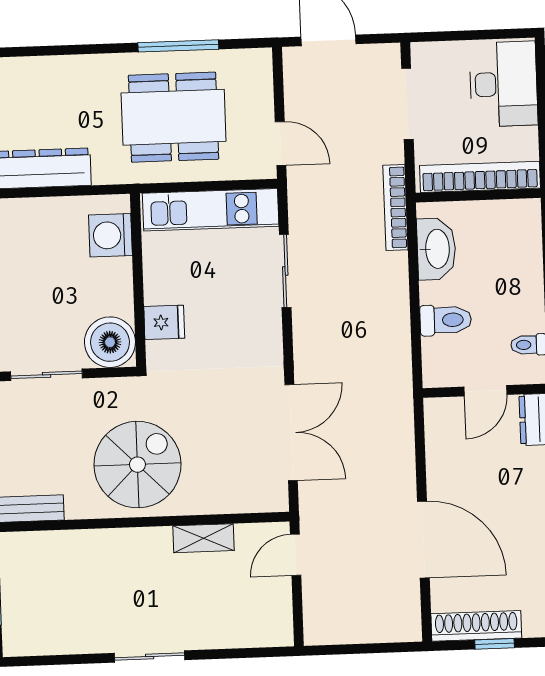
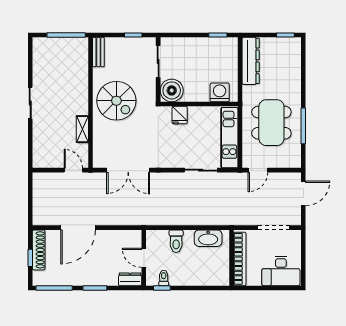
bookcase: (395, 208) -> (227, 221), removed

